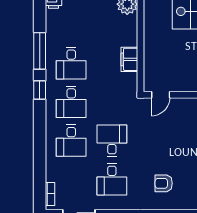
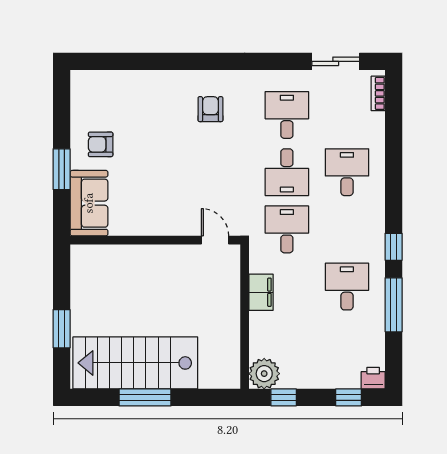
door: (161, 95) -> (215, 240), hinge flipped
desk: (71, 102) -> (287, 229), moved
armchair: (164, 183) -> (210, 109), turned -90

